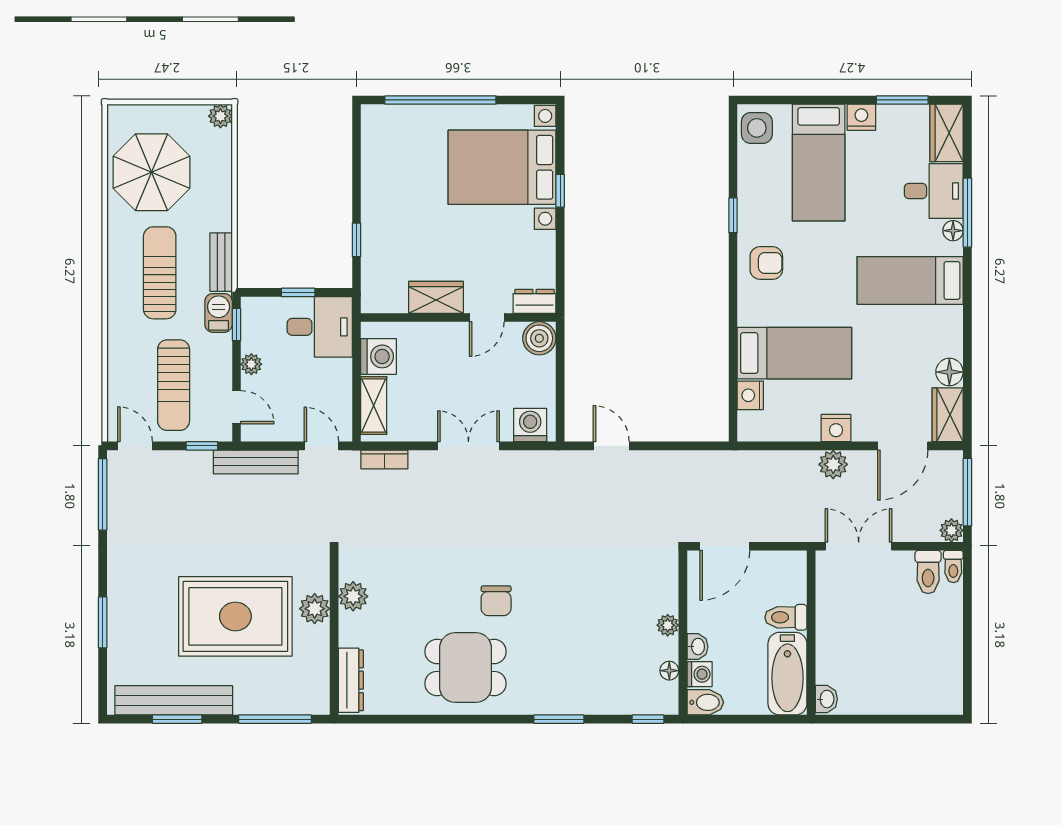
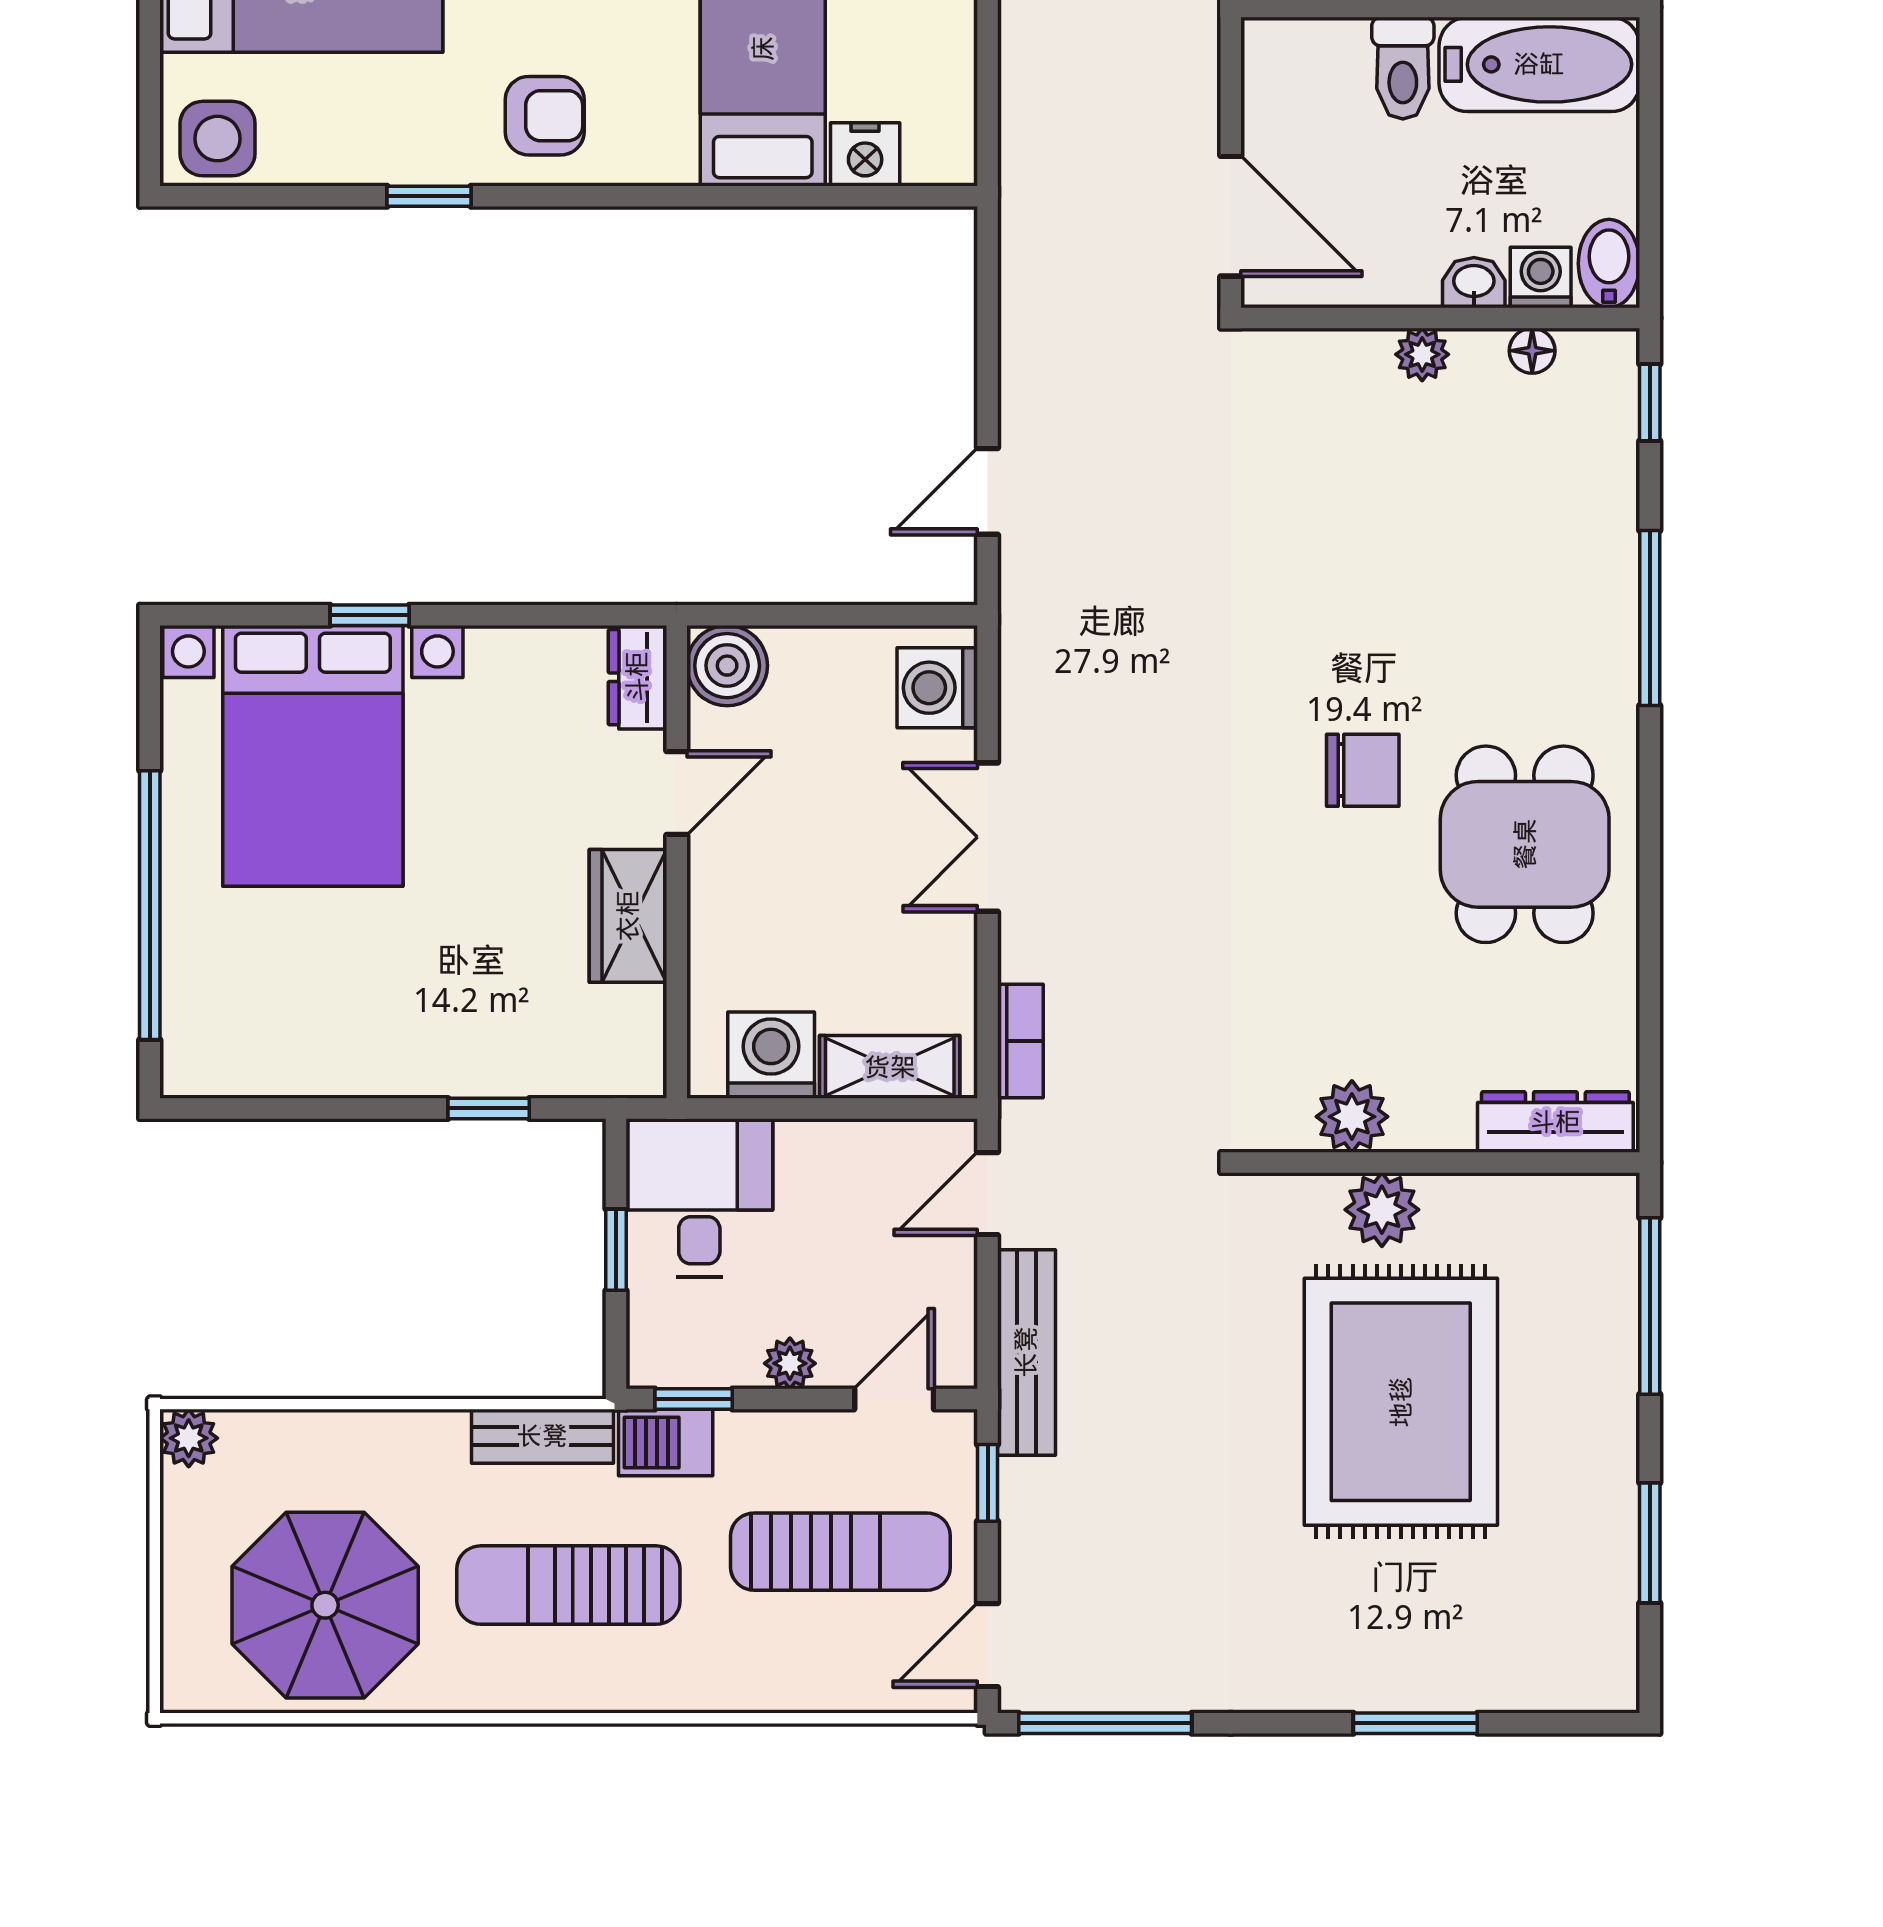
armchair: (766, 263) -> (545, 116), turned 90
door: (487, 318) -> (677, 793), hinge flipped
bench: (174, 700) -> (1604, 1551), removed
window: (559, 719) -> (1650, 618), width x1.44

